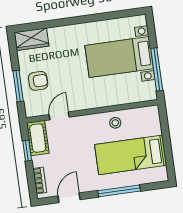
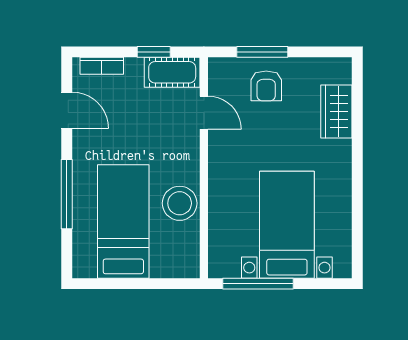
wardrobe: (32, 39) -> (336, 112), moved
stool: (115, 123) -> (180, 203), width x1.89, depth x1.89

